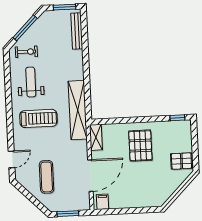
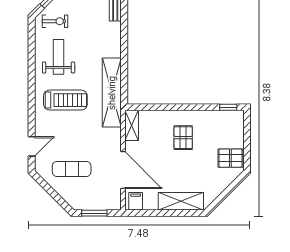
pallet: (140, 146) -> (183, 138), width x0.67, depth x0.71
door: (90, 176) -> (123, 170), hinge flipped
exercise mat: (47, 177) -> (72, 169), turned 90
shelving: (141, 200) -> (181, 201), added

